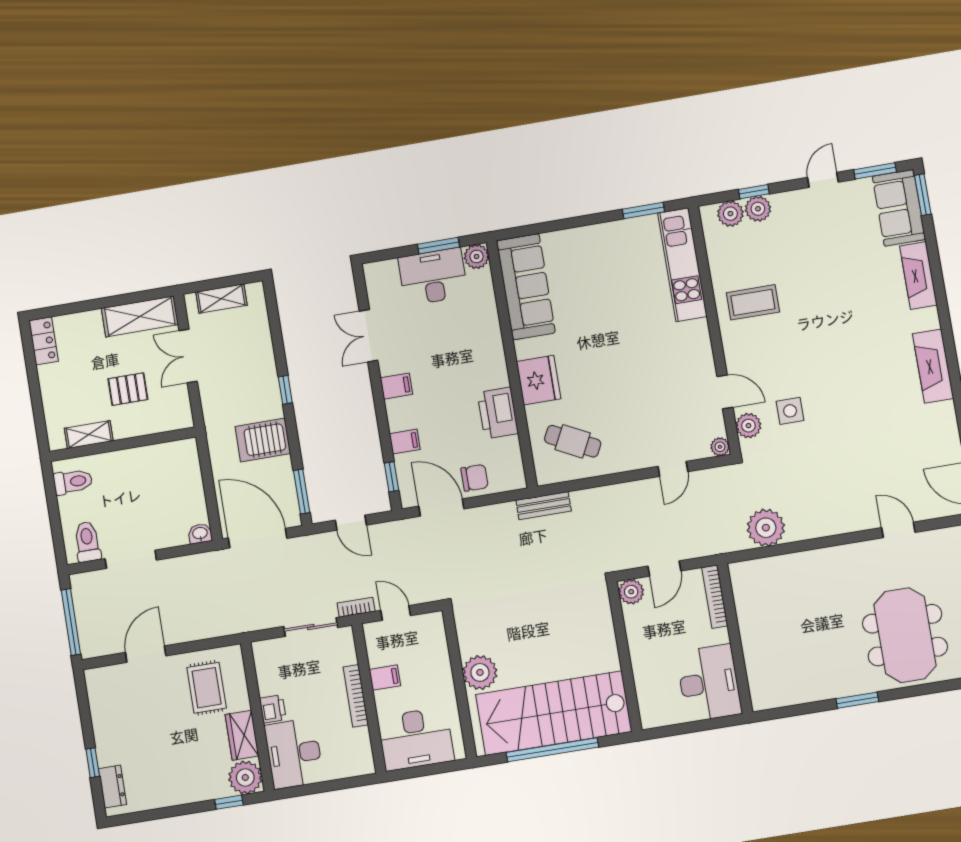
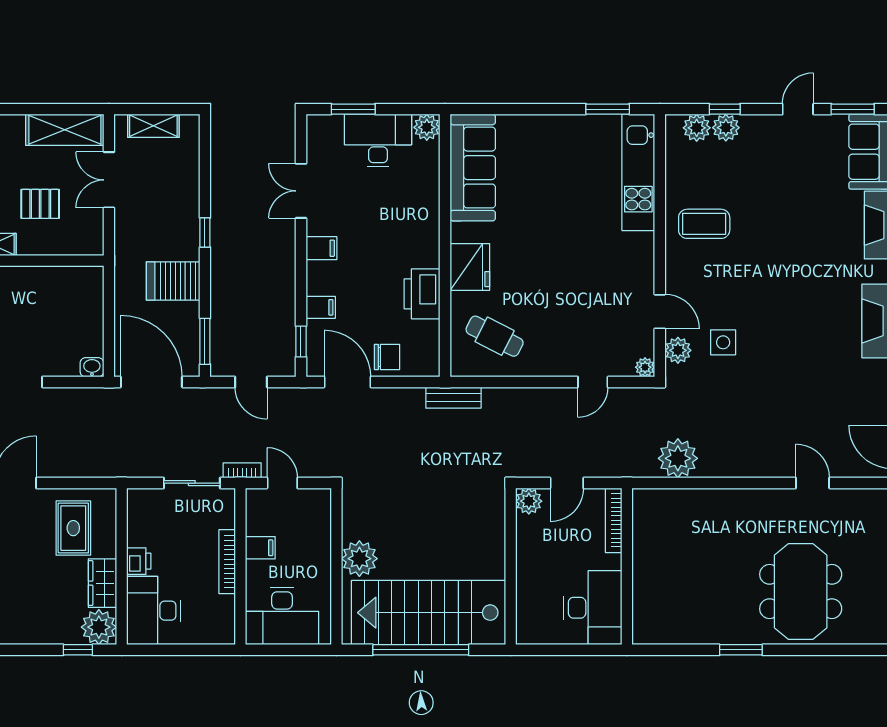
window: (438, 246) -> (353, 109), moved

